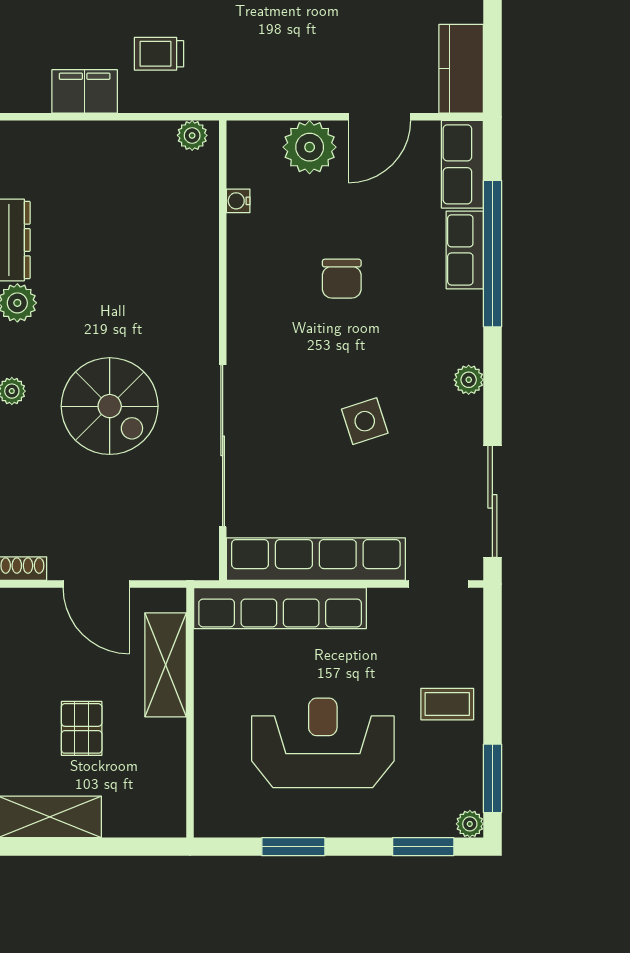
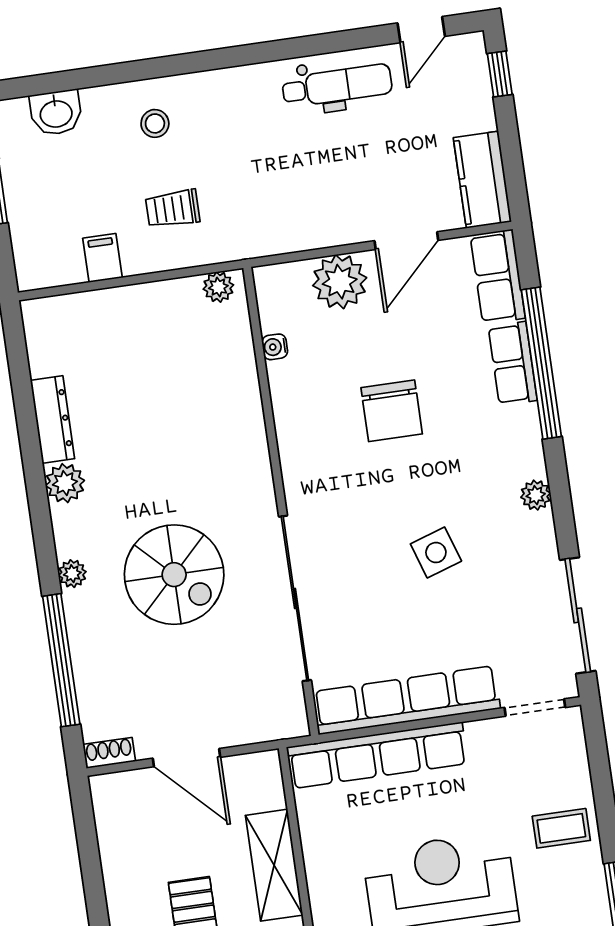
filing cabinet: (85, 91) -> (102, 258), width x0.50
chair: (342, 279) -> (392, 411), width x1.37, depth x1.37
shelving: (166, 665) -> (274, 865), moved

